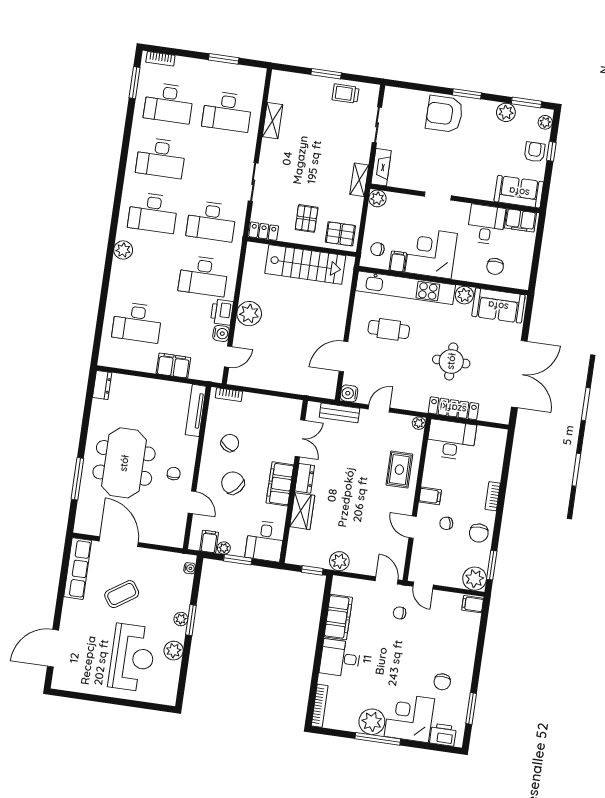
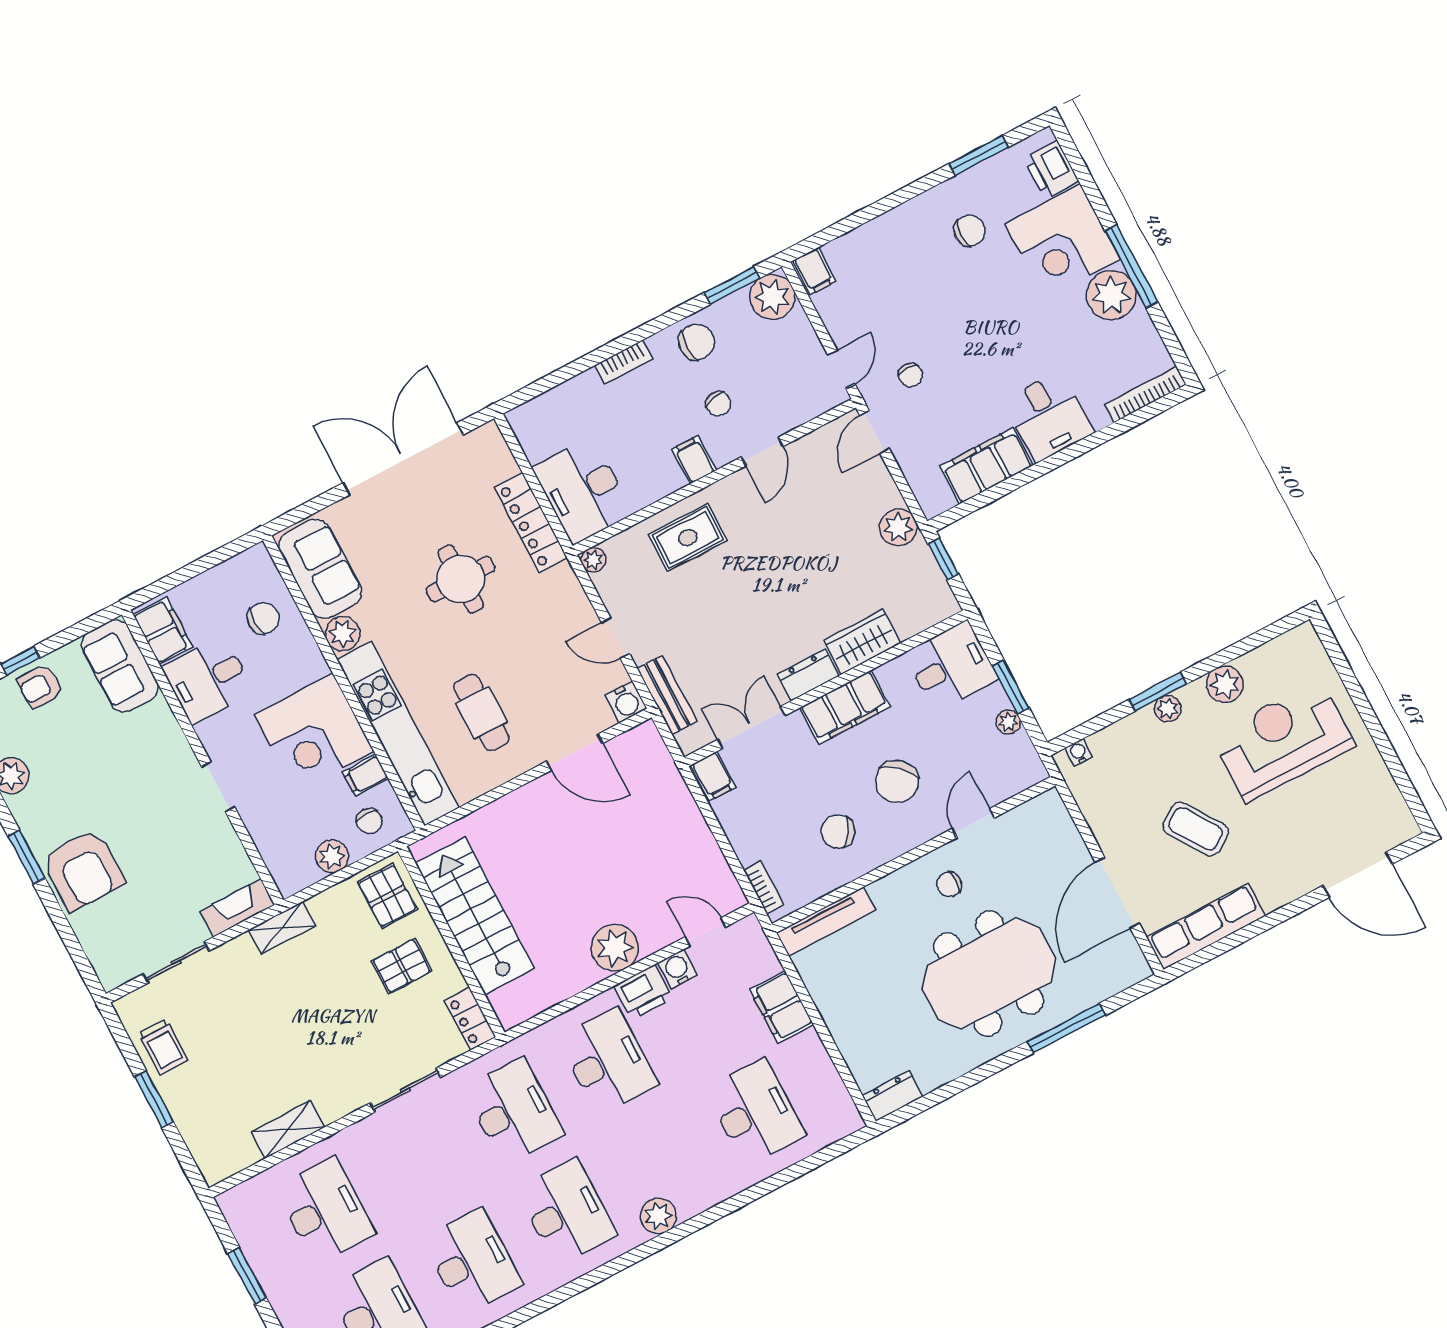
plant: (377, 198) -> (332, 856), moved
filing cabinet: (209, 542) -> (713, 776), moved, turned -90

